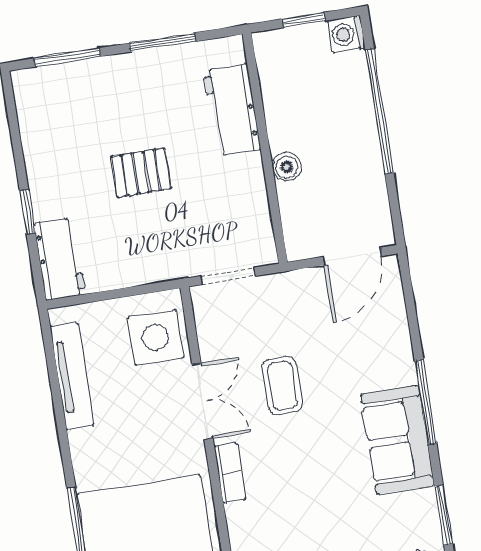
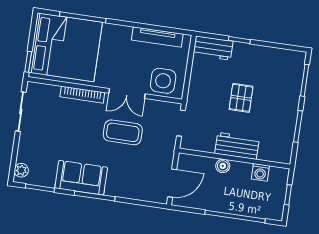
washing machine: (346, 34) -> (260, 172), moved, turned 180
workbench: (232, 110) -> (237, 146), moved
door: (352, 256) -> (172, 183), swing flipped
coffee table: (282, 386) -> (123, 132), width x1.36, depth x1.30
bookcase: (230, 473) -> (82, 95), width x1.56

